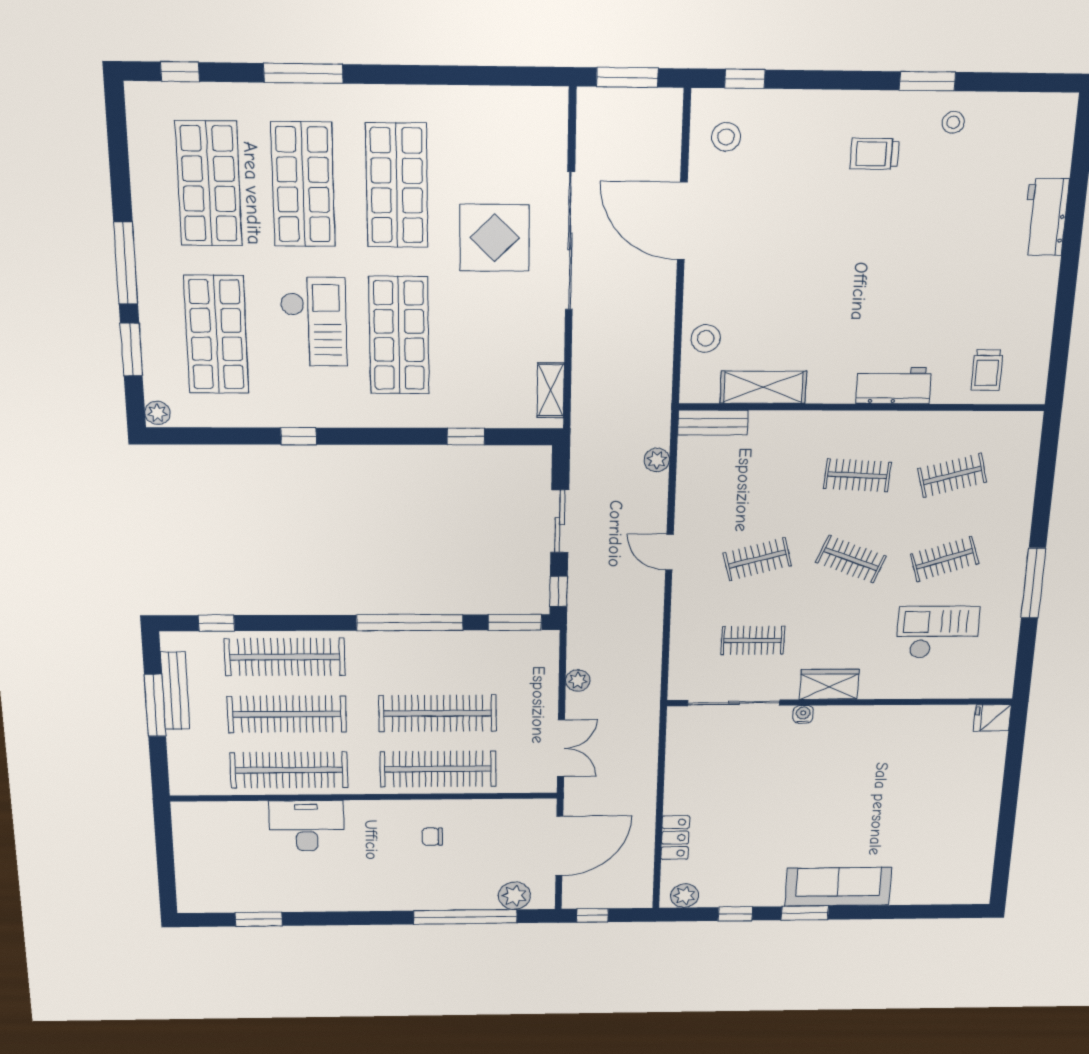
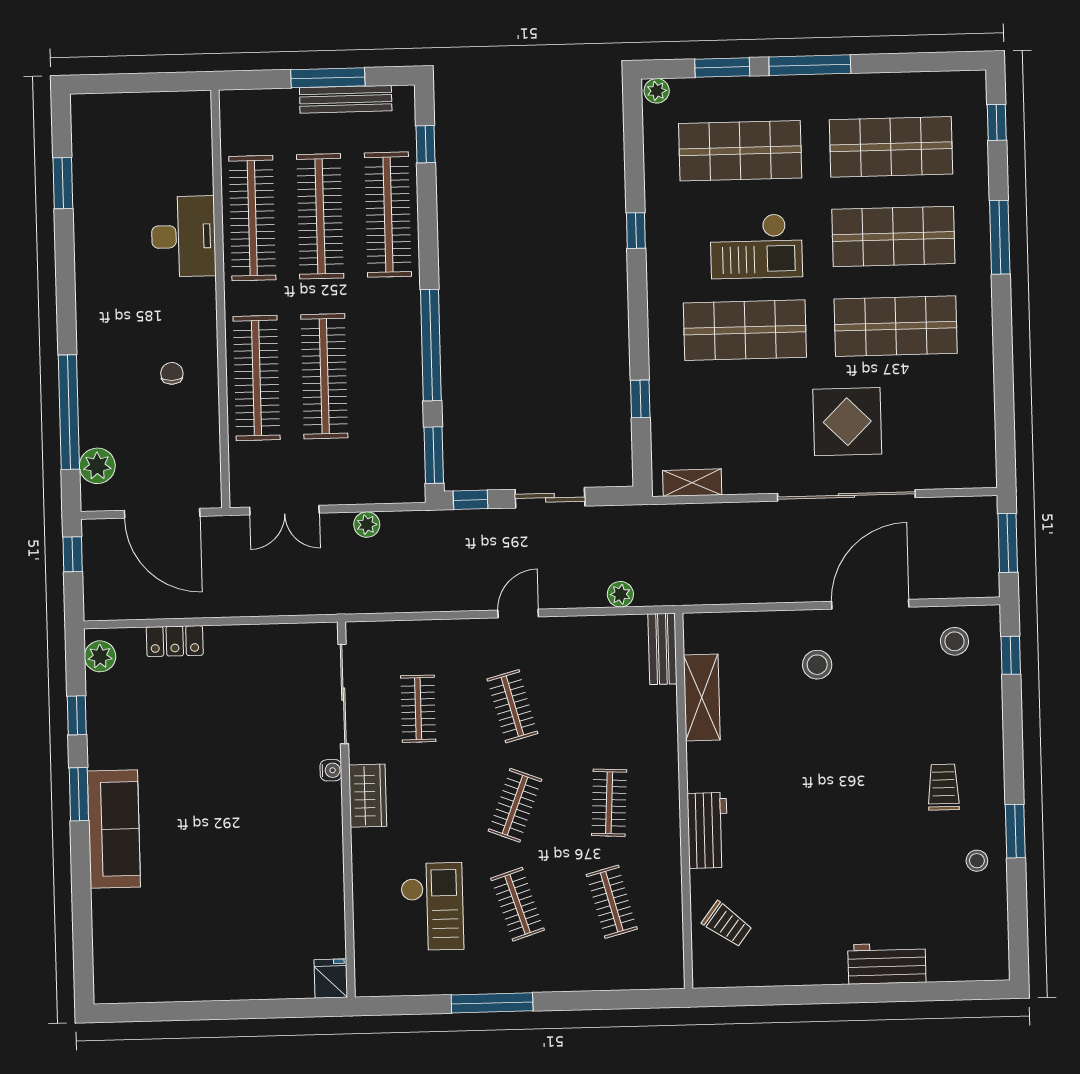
stool: (706, 338) -> (817, 665), moved
trolley: (987, 370) -> (727, 924), turned -143

